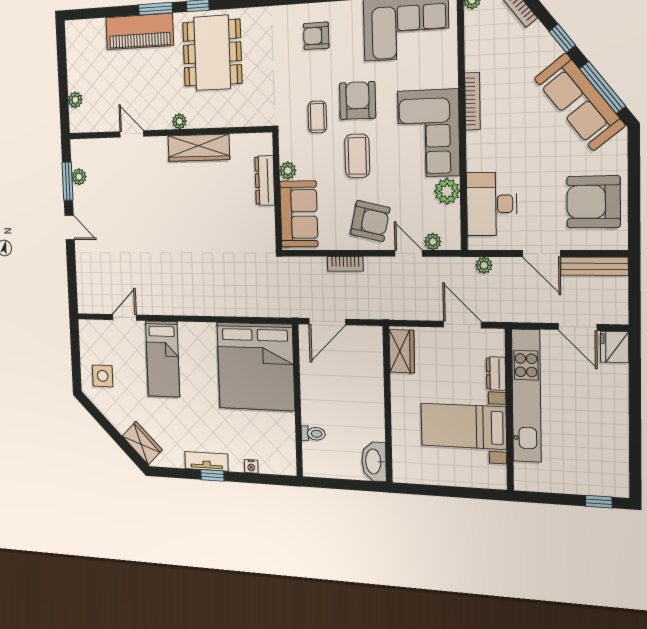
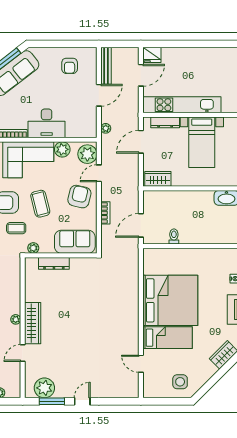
wardrobe: (199, 148) -> (33, 323), moved
coffee table: (357, 156) -> (40, 204), turned 76
plant: (288, 170) -> (33, 248), moved
plant: (79, 177) -> (44, 388), width x1.87, depth x1.87
armchair: (594, 202) -> (70, 66), width x0.53, depth x0.53
desk: (492, 204) -> (47, 123), moved
plant: (433, 242) -> (87, 154), width x1.88, depth x1.88
door: (327, 322) -> (141, 225), swing flipped
bed: (256, 366) -> (170, 300), moved
dresser: (496, 374) -> (165, 122), width x1.44
toilet: (313, 434) -> (174, 237), moved

